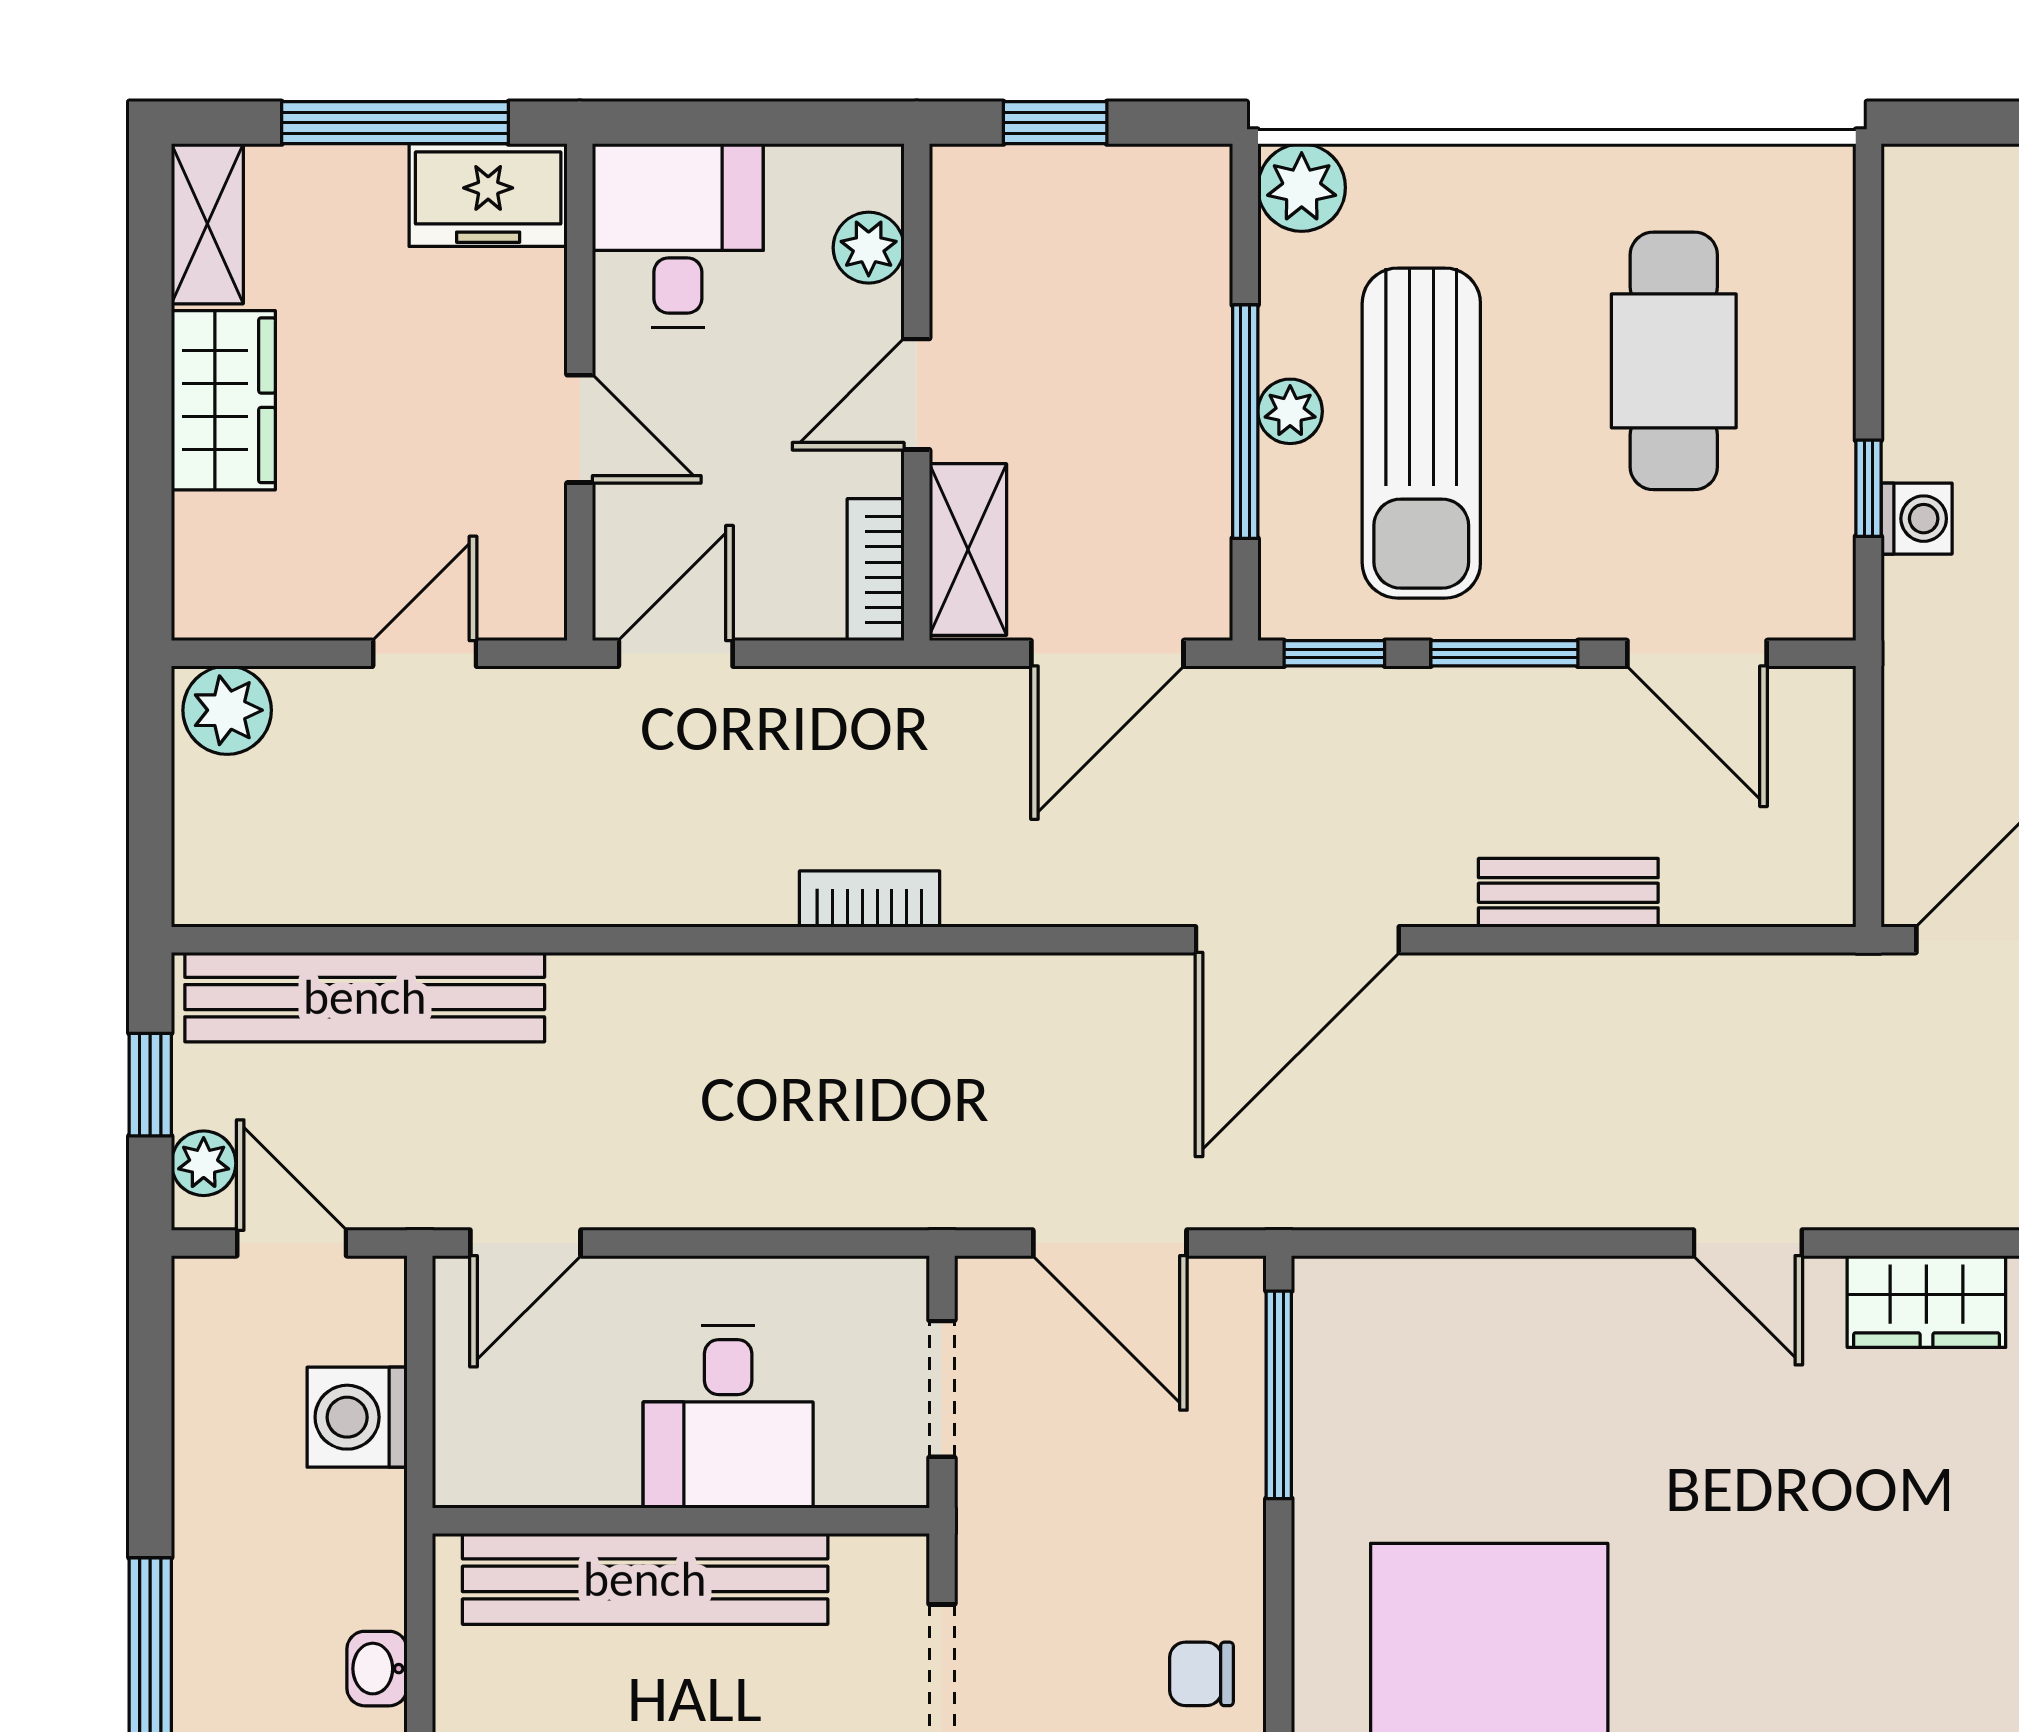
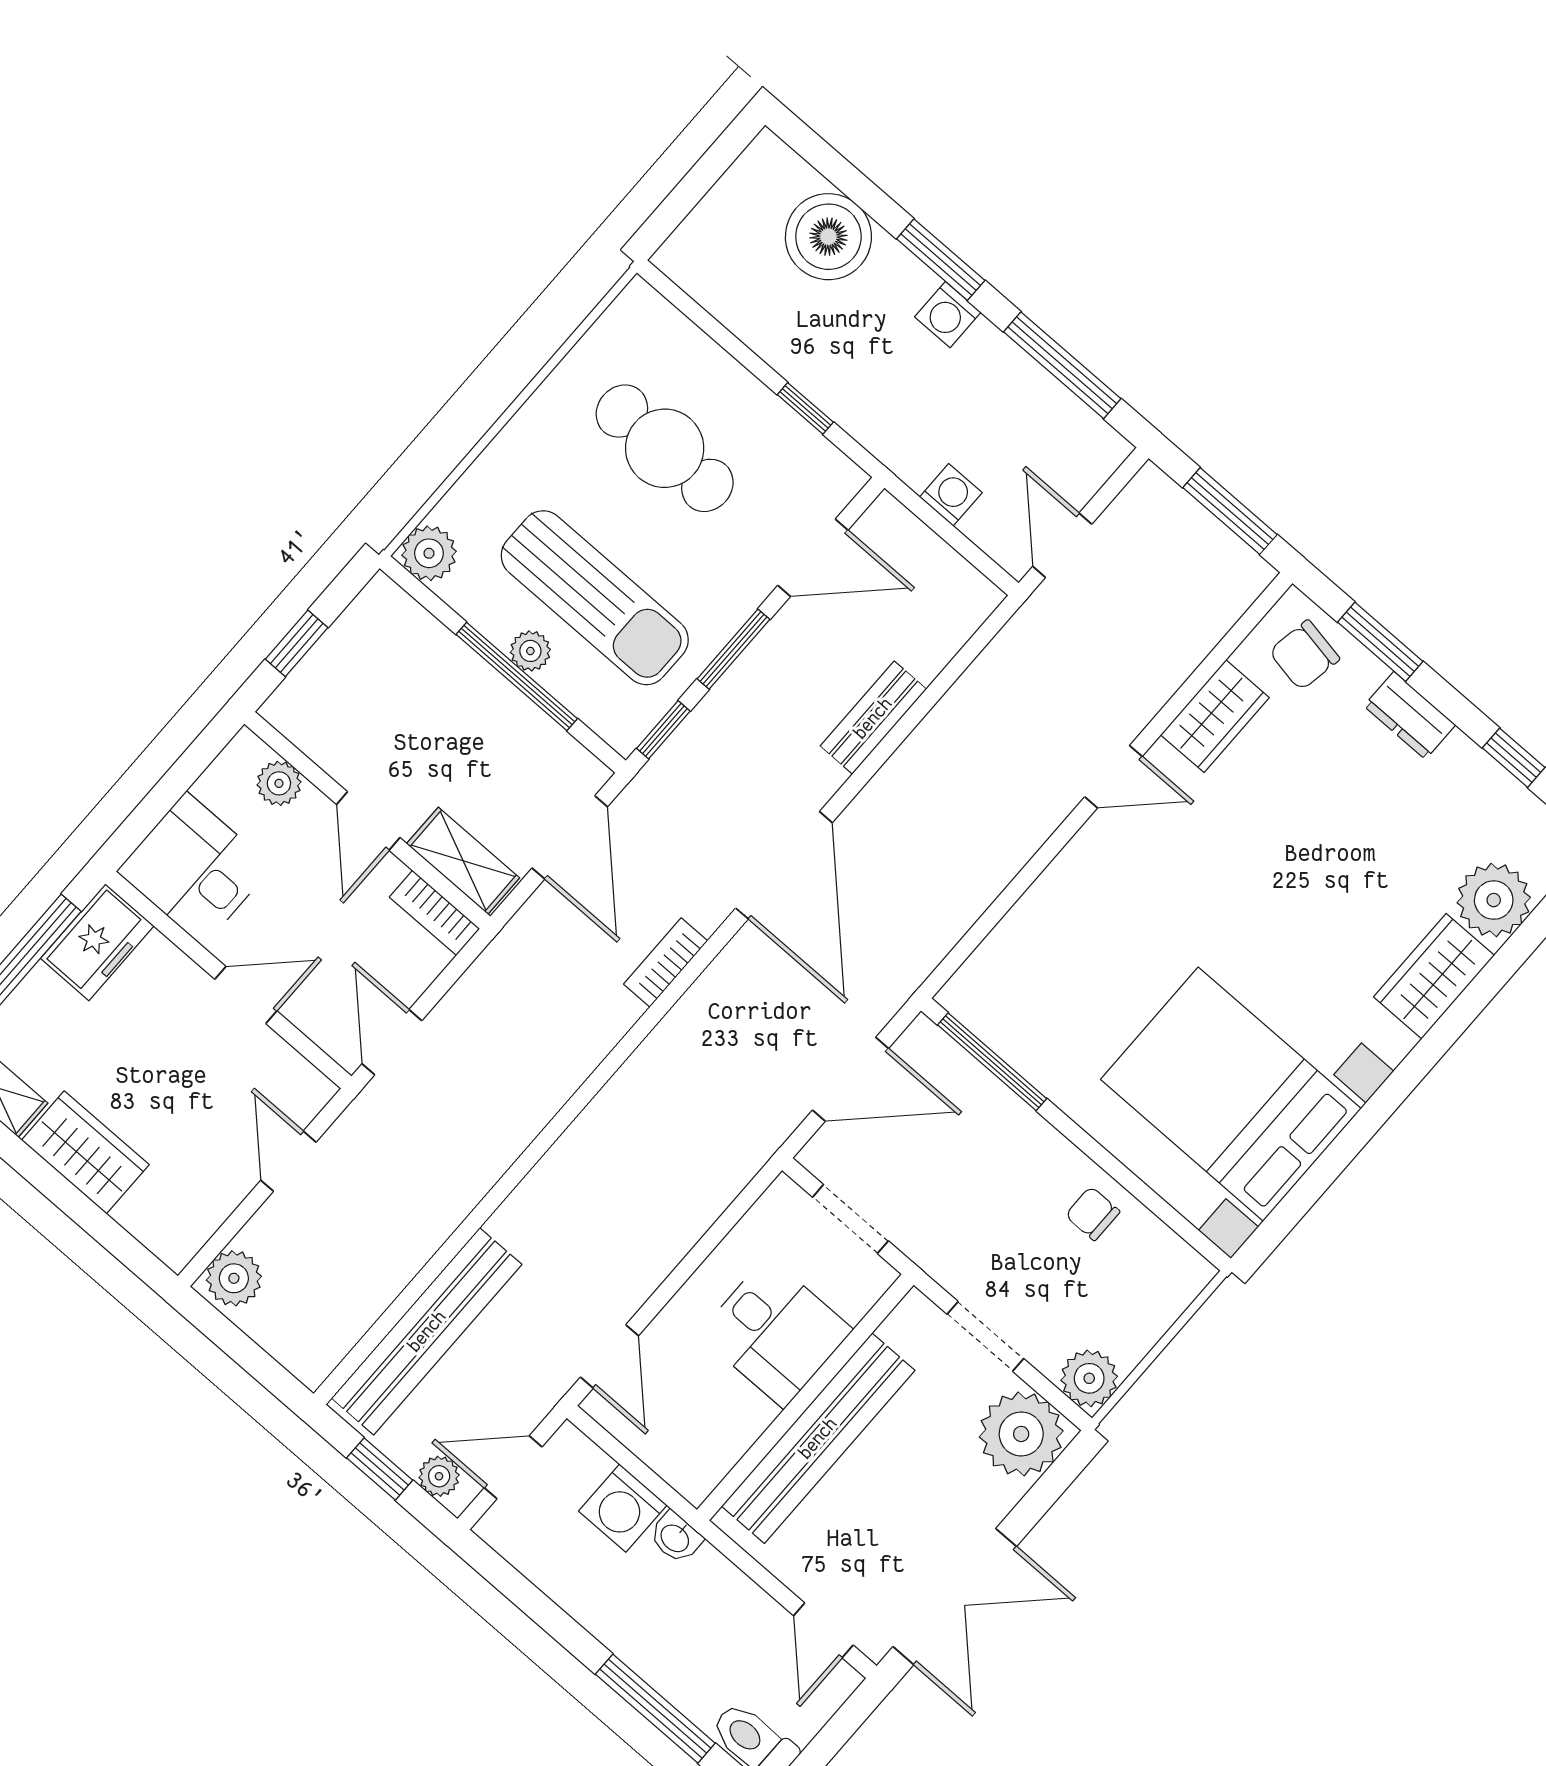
washing machine: (1917, 519) -> (951, 495), moved
bookcase: (870, 899) -> (666, 962), moved
washbasin: (377, 1669) -> (676, 1537), moved
chair: (1201, 1674) -> (1093, 1213), turned 90

